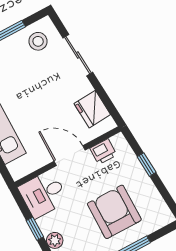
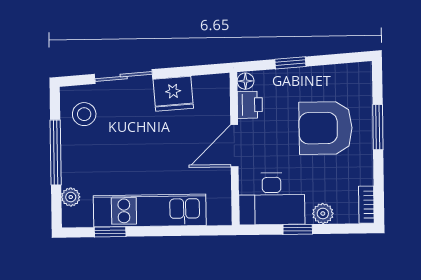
fridge: (92, 109) -> (173, 94), moved
floor lamp: (118, 140) -> (245, 81), added
desk: (43, 194) -> (272, 199), width x1.37

